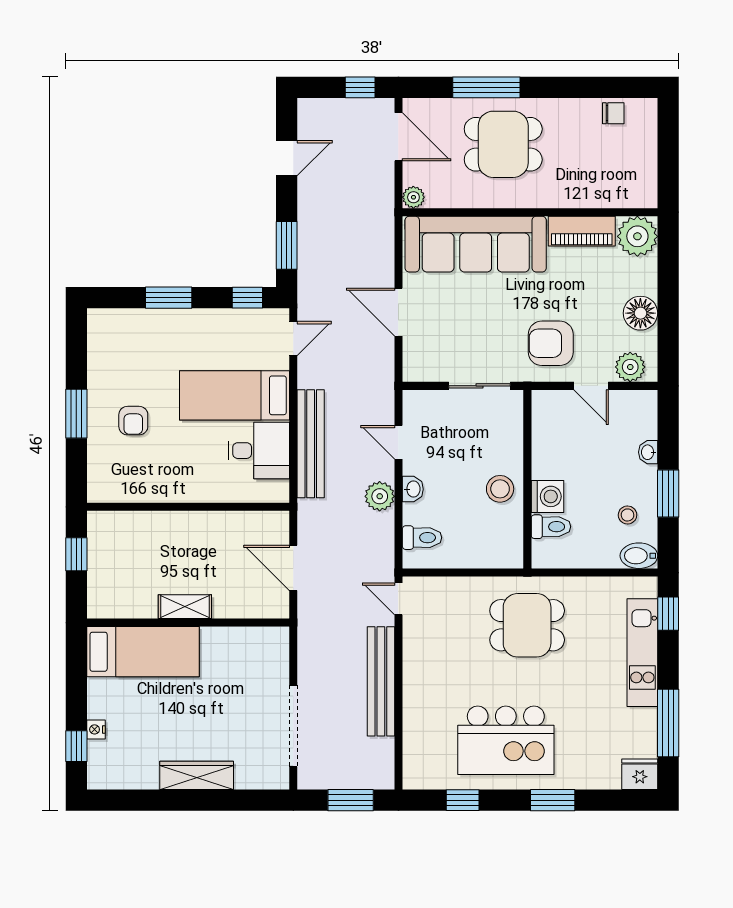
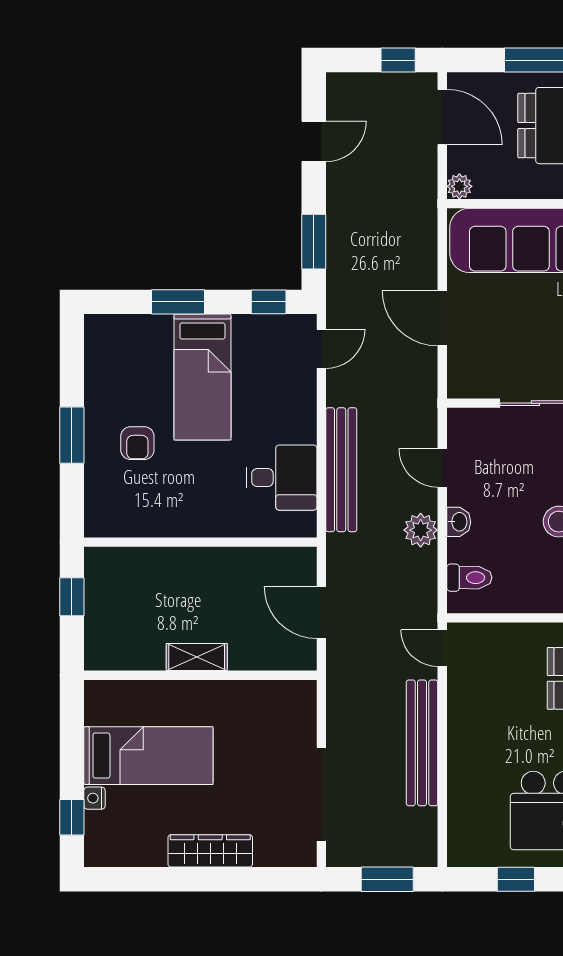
bed: (234, 395) -> (202, 377), moved, turned -90
bed: (143, 652) -> (148, 756), moved

